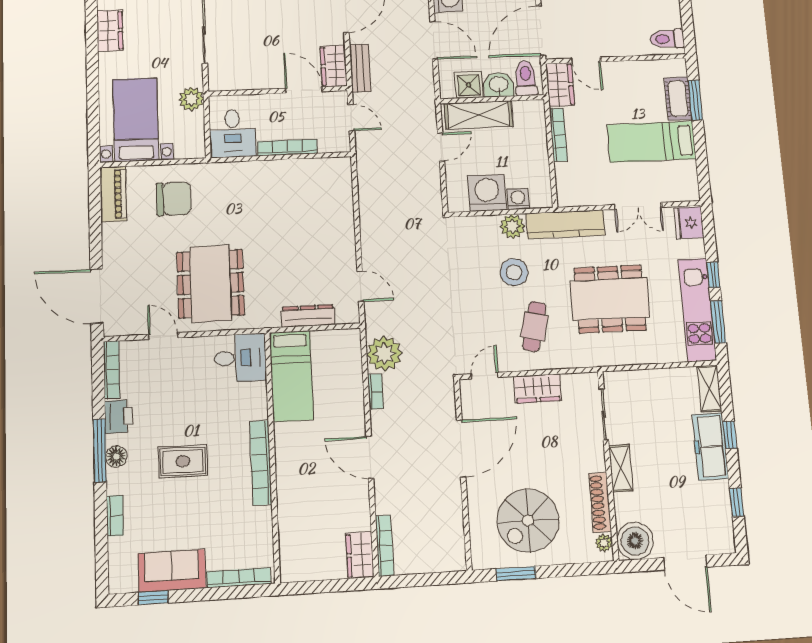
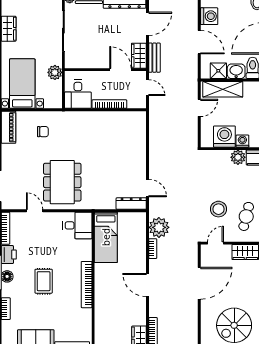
chair: (174, 199) -> (43, 132), width x0.54, depth x0.54
stool: (514, 272) -> (218, 209), moved
dresser: (308, 316) -> (131, 204), moved
rug: (183, 461) -> (44, 281), turned 90

